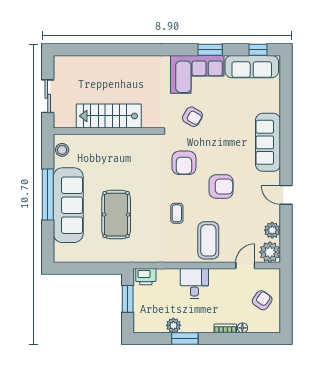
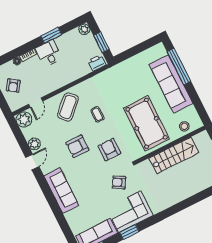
stool: (62, 150) -> (184, 126), moved
window: (48, 194) -> (179, 66), moved
door: (286, 195) -> (32, 162), hinge flipped
pool table: (116, 215) -> (147, 123), moved, width x1.36, depth x1.32
plant: (272, 230) -> (34, 144), moved
coffee table: (208, 240) -> (68, 107), turned 46
desk: (194, 283) -> (49, 53), moved, turned 180
plant: (173, 325) -> (84, 29), moved

